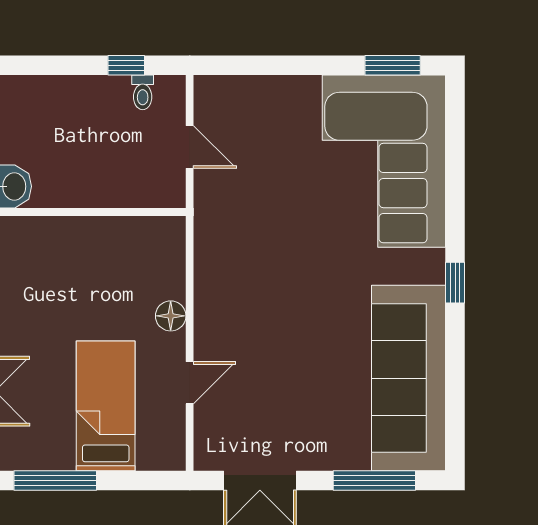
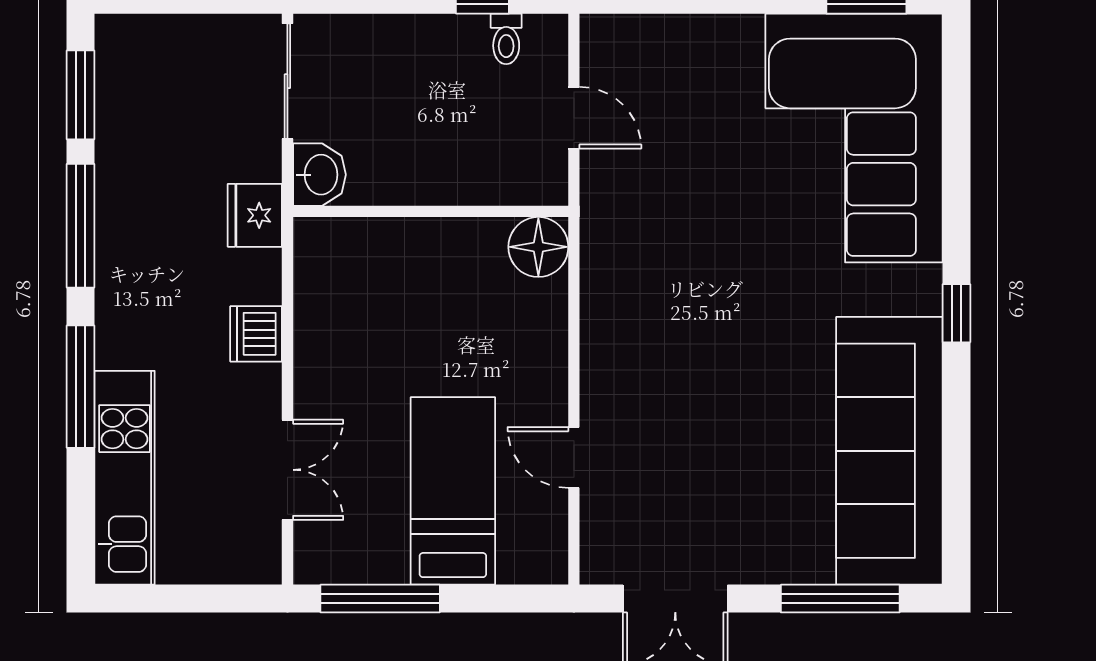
floor lamp: (171, 316) -> (538, 247), moved, width x1.38, depth x1.38
door: (190, 383) -> (574, 458), swing flipped

